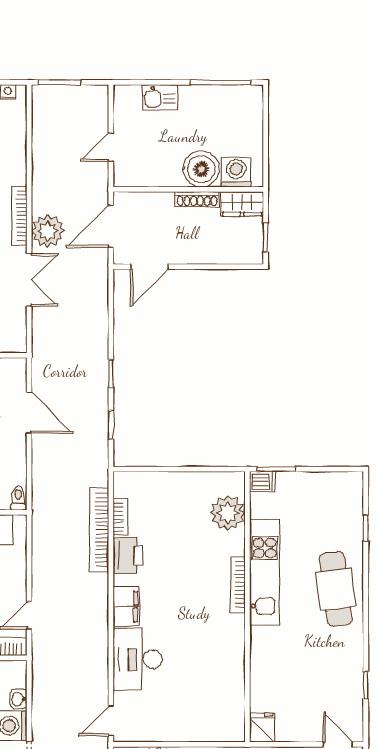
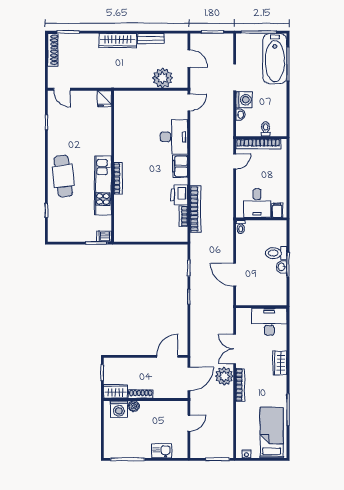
boiler: (201, 169) -> (134, 406), width x0.54, depth x0.54
plant: (228, 513) -> (124, 219), removed

